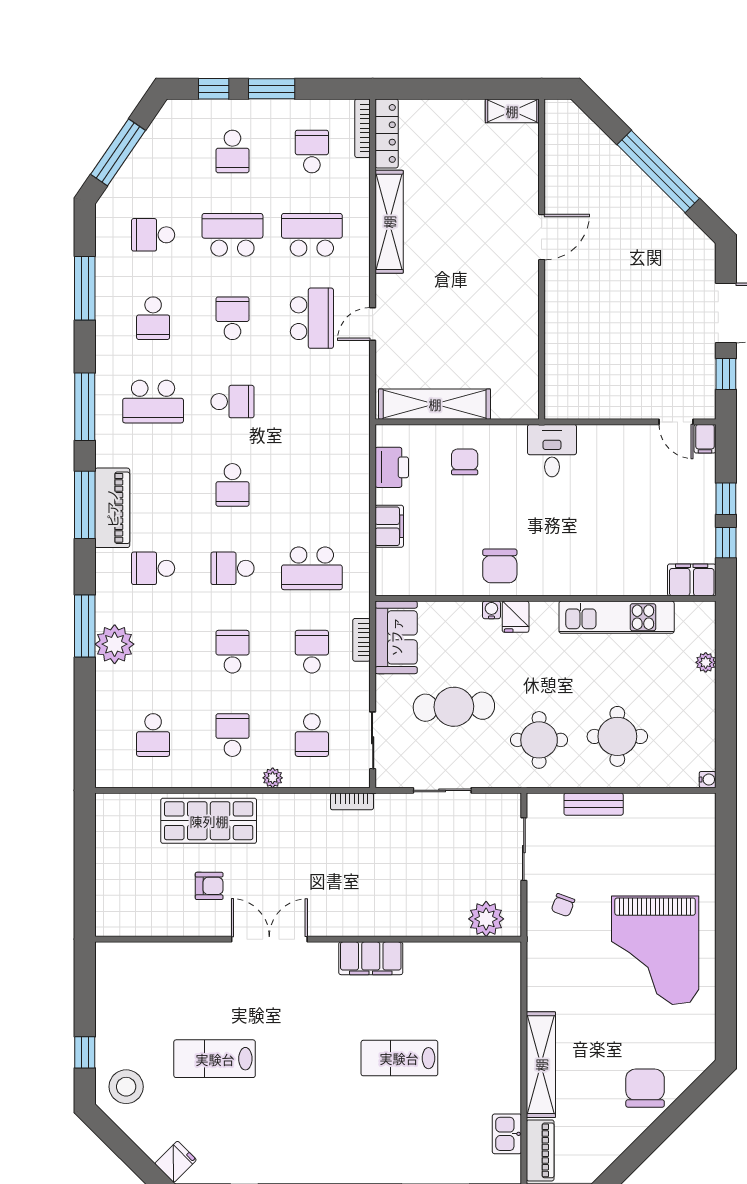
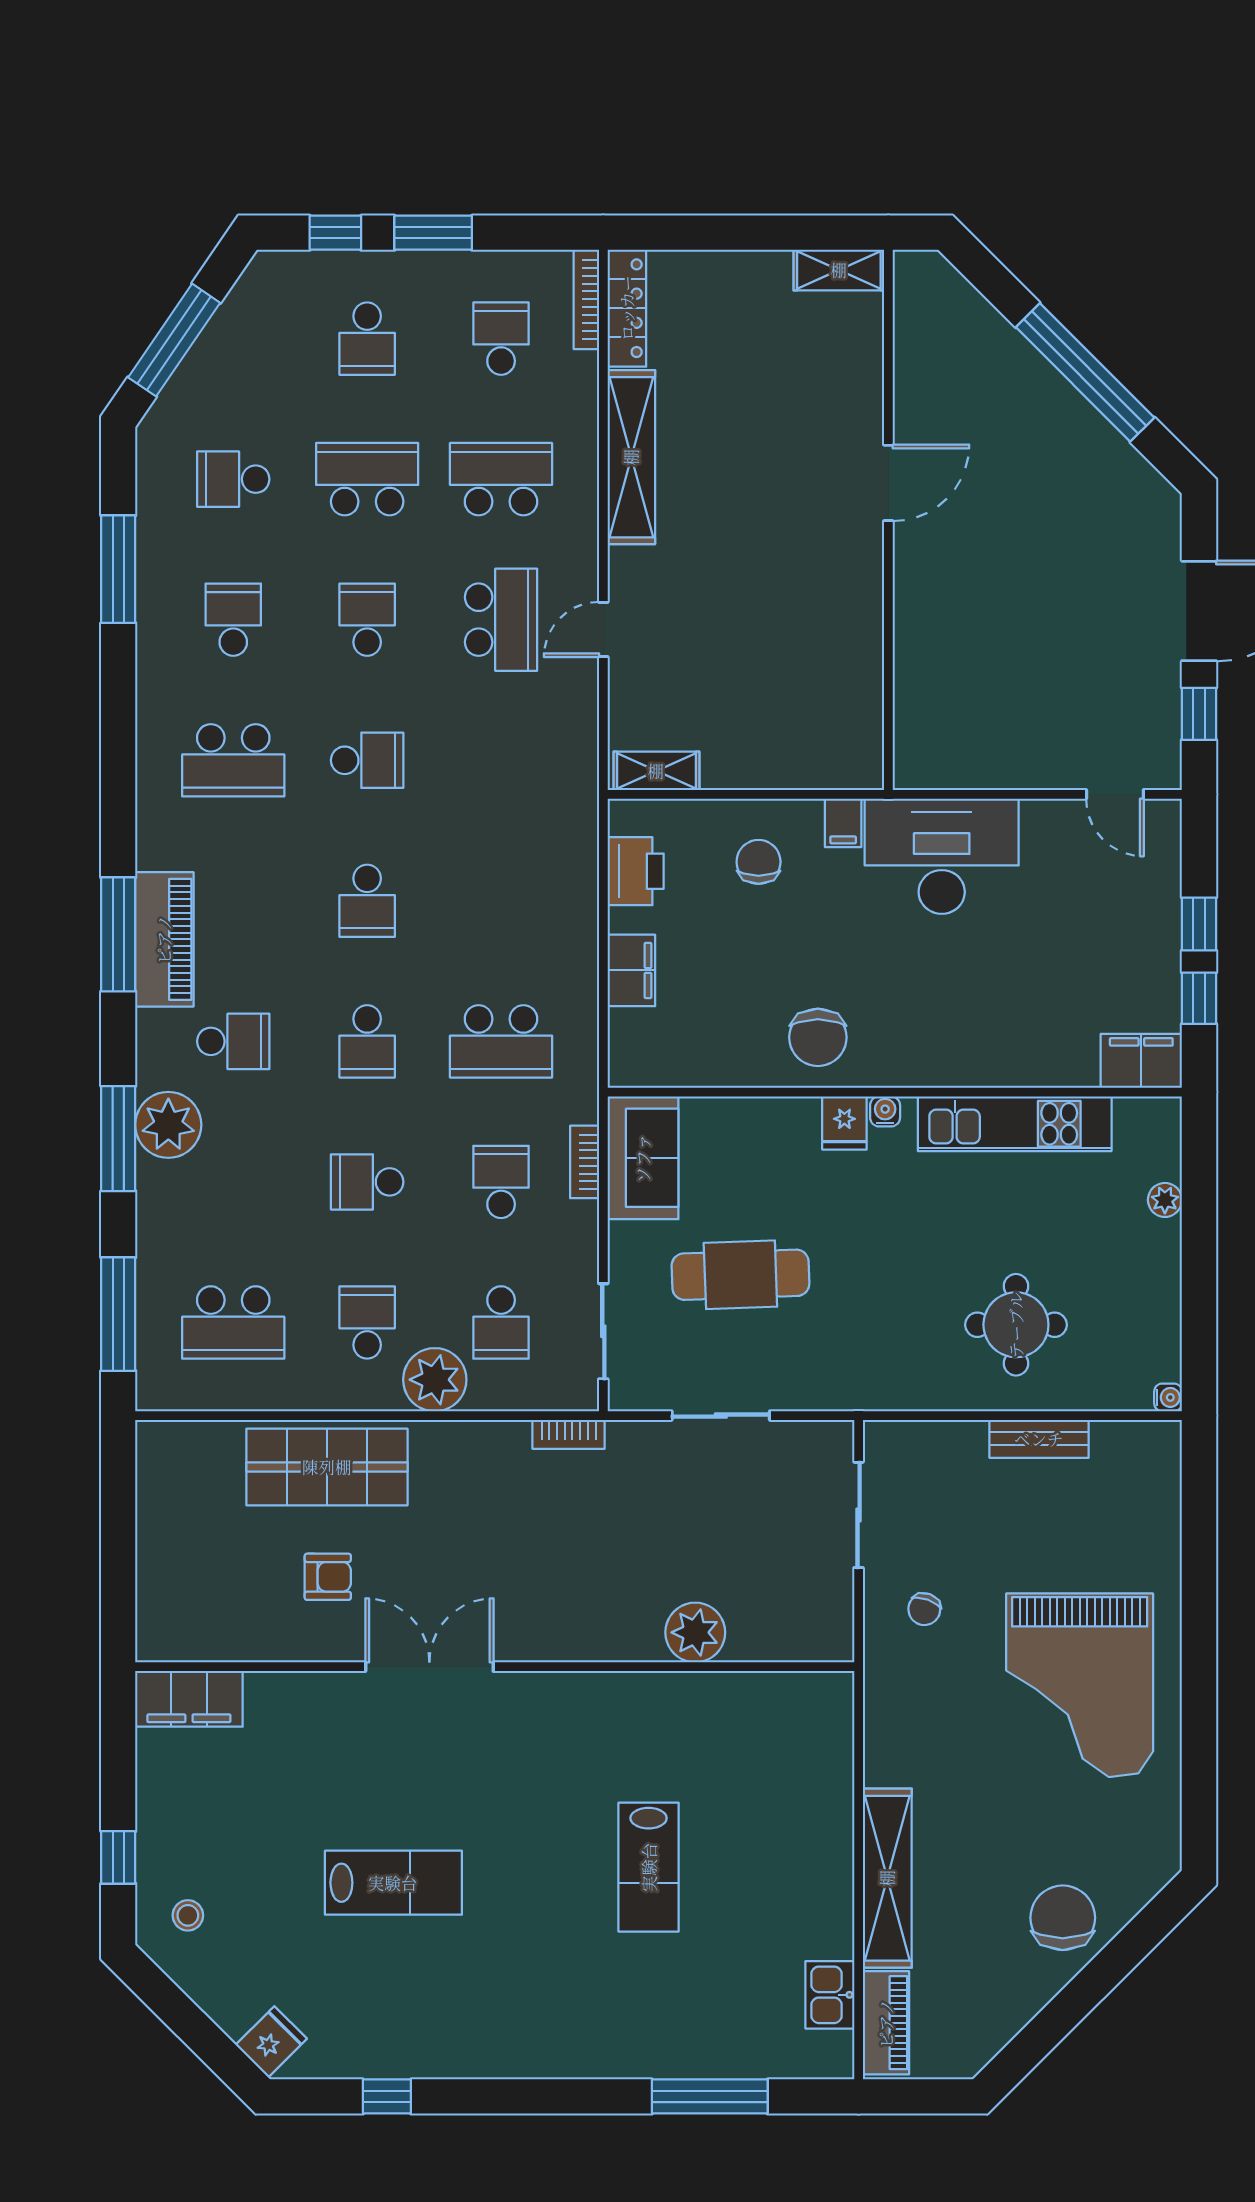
school desk: (153, 318) -> (233, 620), turned 180
shelving: (435, 404) -> (656, 771), width x0.45, depth x0.75
window: (85, 407) -> (118, 1314), moved
filing cabinet: (705, 439) -> (843, 823), moved
desk: (552, 451) -> (942, 856), width x1.87, depth x1.30
school desk: (153, 568) -> (233, 1041), turned 180
school desk: (232, 568) -> (367, 1041), turned -90
water cooler: (491, 610) -> (885, 1111), moved
plant: (115, 644) -> (168, 1125), moved
school desk: (232, 652) -> (367, 1182), turned -90
school desk: (153, 735) -> (233, 1322), width x1.85
round table: (539, 740) -> (884, 1331), removed
plant: (273, 778) -> (435, 1380), width x1.88, depth x1.88
bench: (594, 804) -> (1039, 1439), moved
plant: (486, 919) -> (695, 1632), moved
filing cabinet: (371, 958) -> (189, 1699), moved
lab bench: (399, 1058) -> (649, 1867), turned -90
lab bench: (215, 1059) -> (393, 1883), moved, turned 180
stool: (126, 1087) -> (188, 1915), width x0.53, depth x0.53

